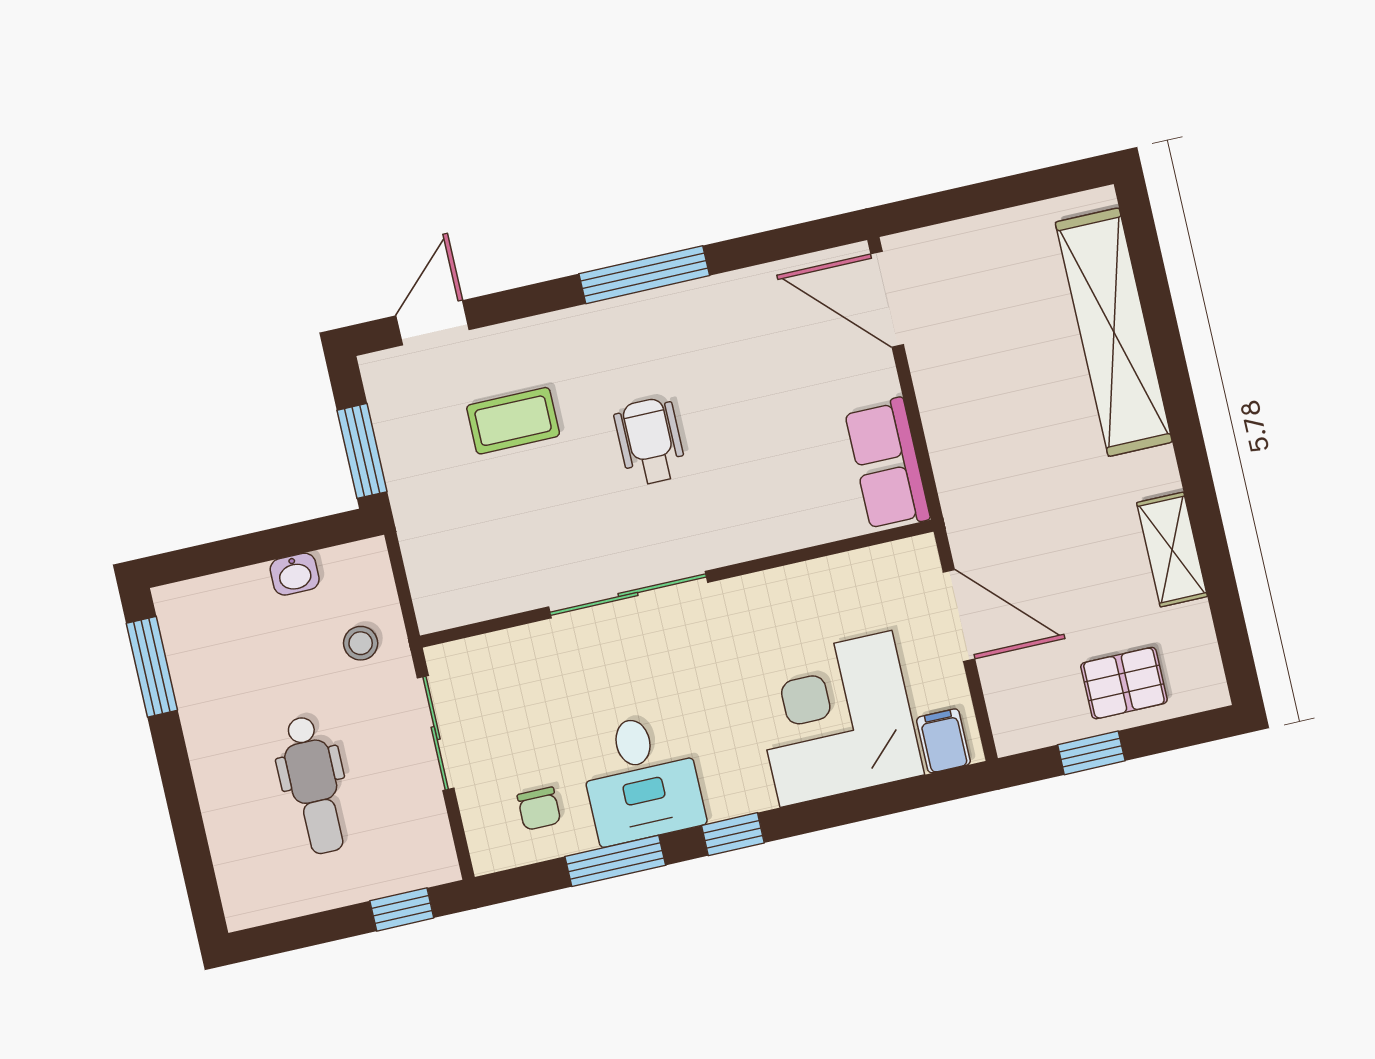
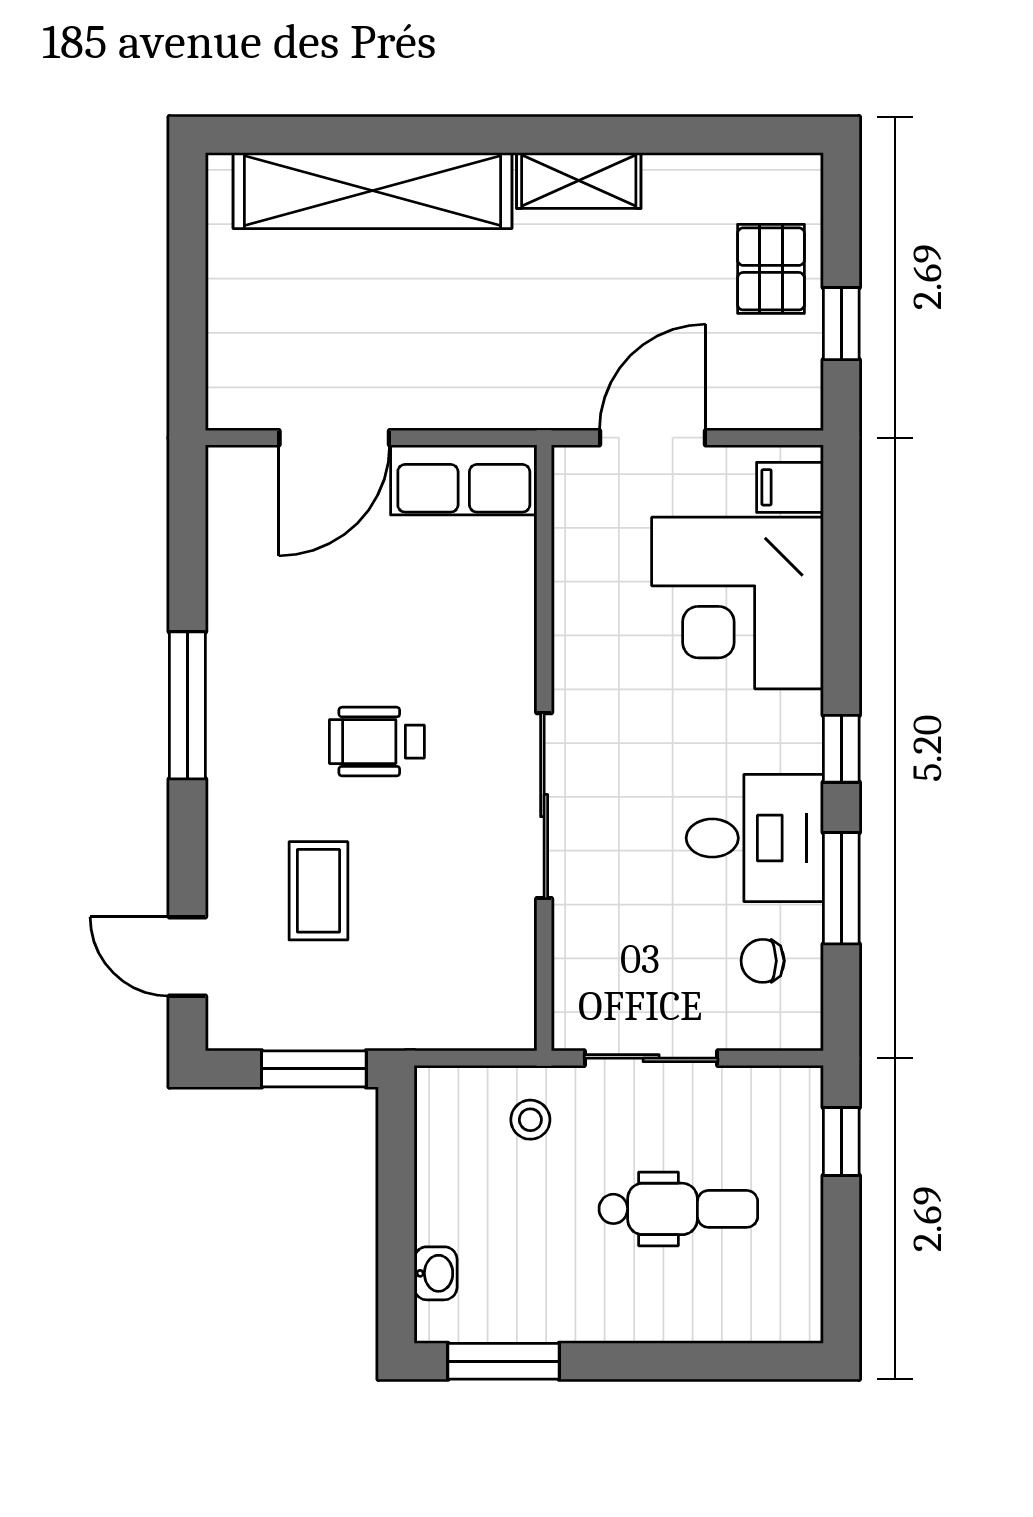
door: (887, 299) -> (334, 438), moved
shelving: (1172, 550) -> (579, 181), moved
washbasin: (295, 574) -> (436, 1273), moved
chair: (539, 809) -> (763, 961), turned 180

